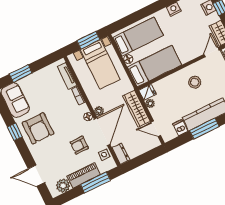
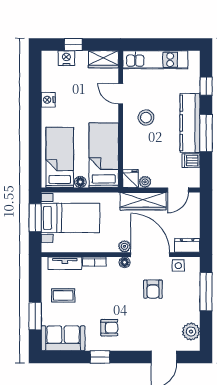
door: (212, 52) -> (121, 94), moved
coffee table: (44, 86) -> (63, 295), added
armchair: (38, 128) -> (109, 328), width x0.53, depth x0.53
piano: (84, 175) -> (191, 301), removed

